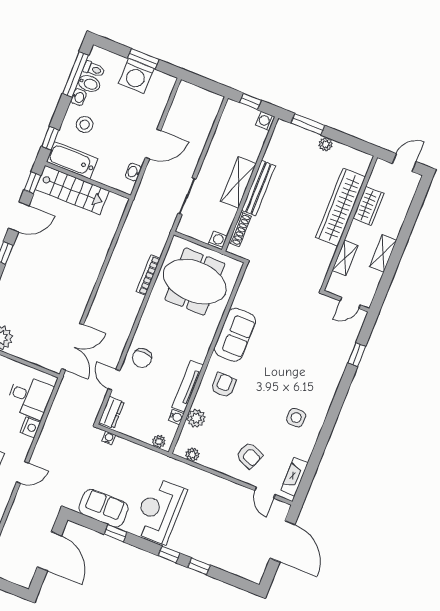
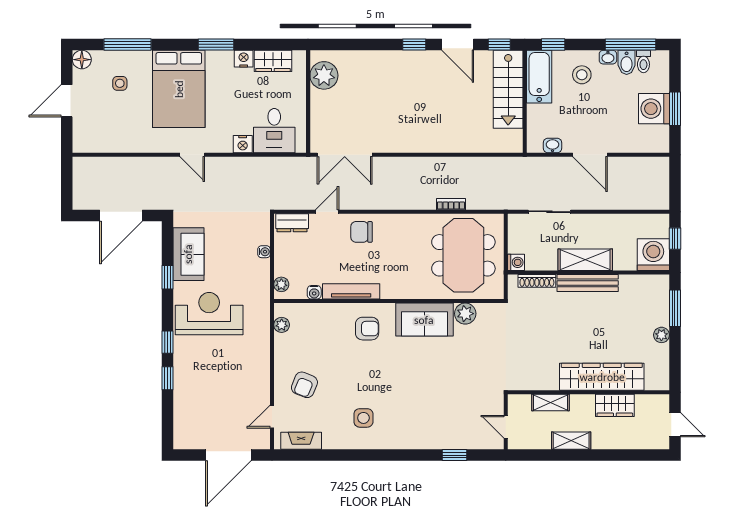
washing machine: (265, 121) -> (653, 255), width x1.89, depth x1.89
bookcase: (148, 275) -> (451, 204), width x0.64
plant: (196, 418) -> (465, 314), moved
water cooler: (109, 438) -> (264, 252), moved

